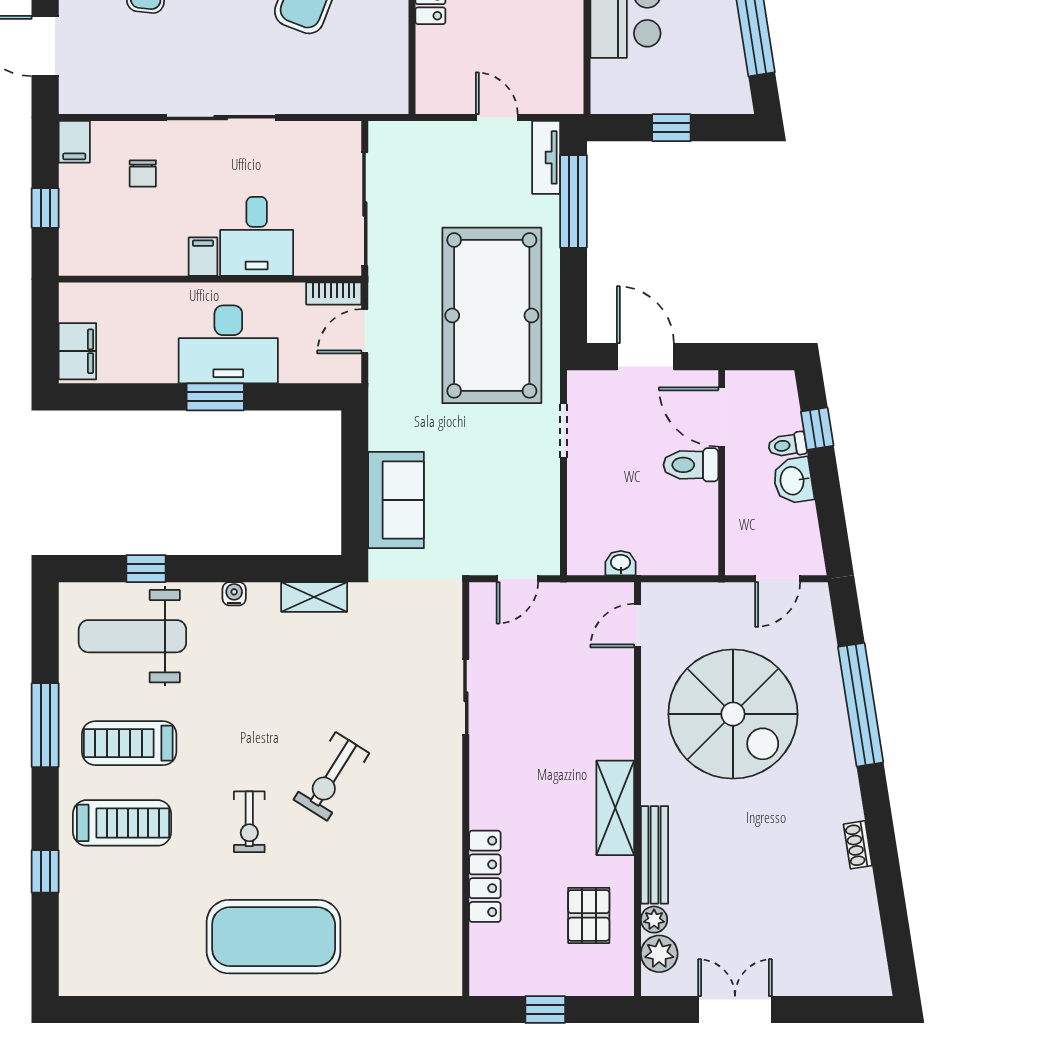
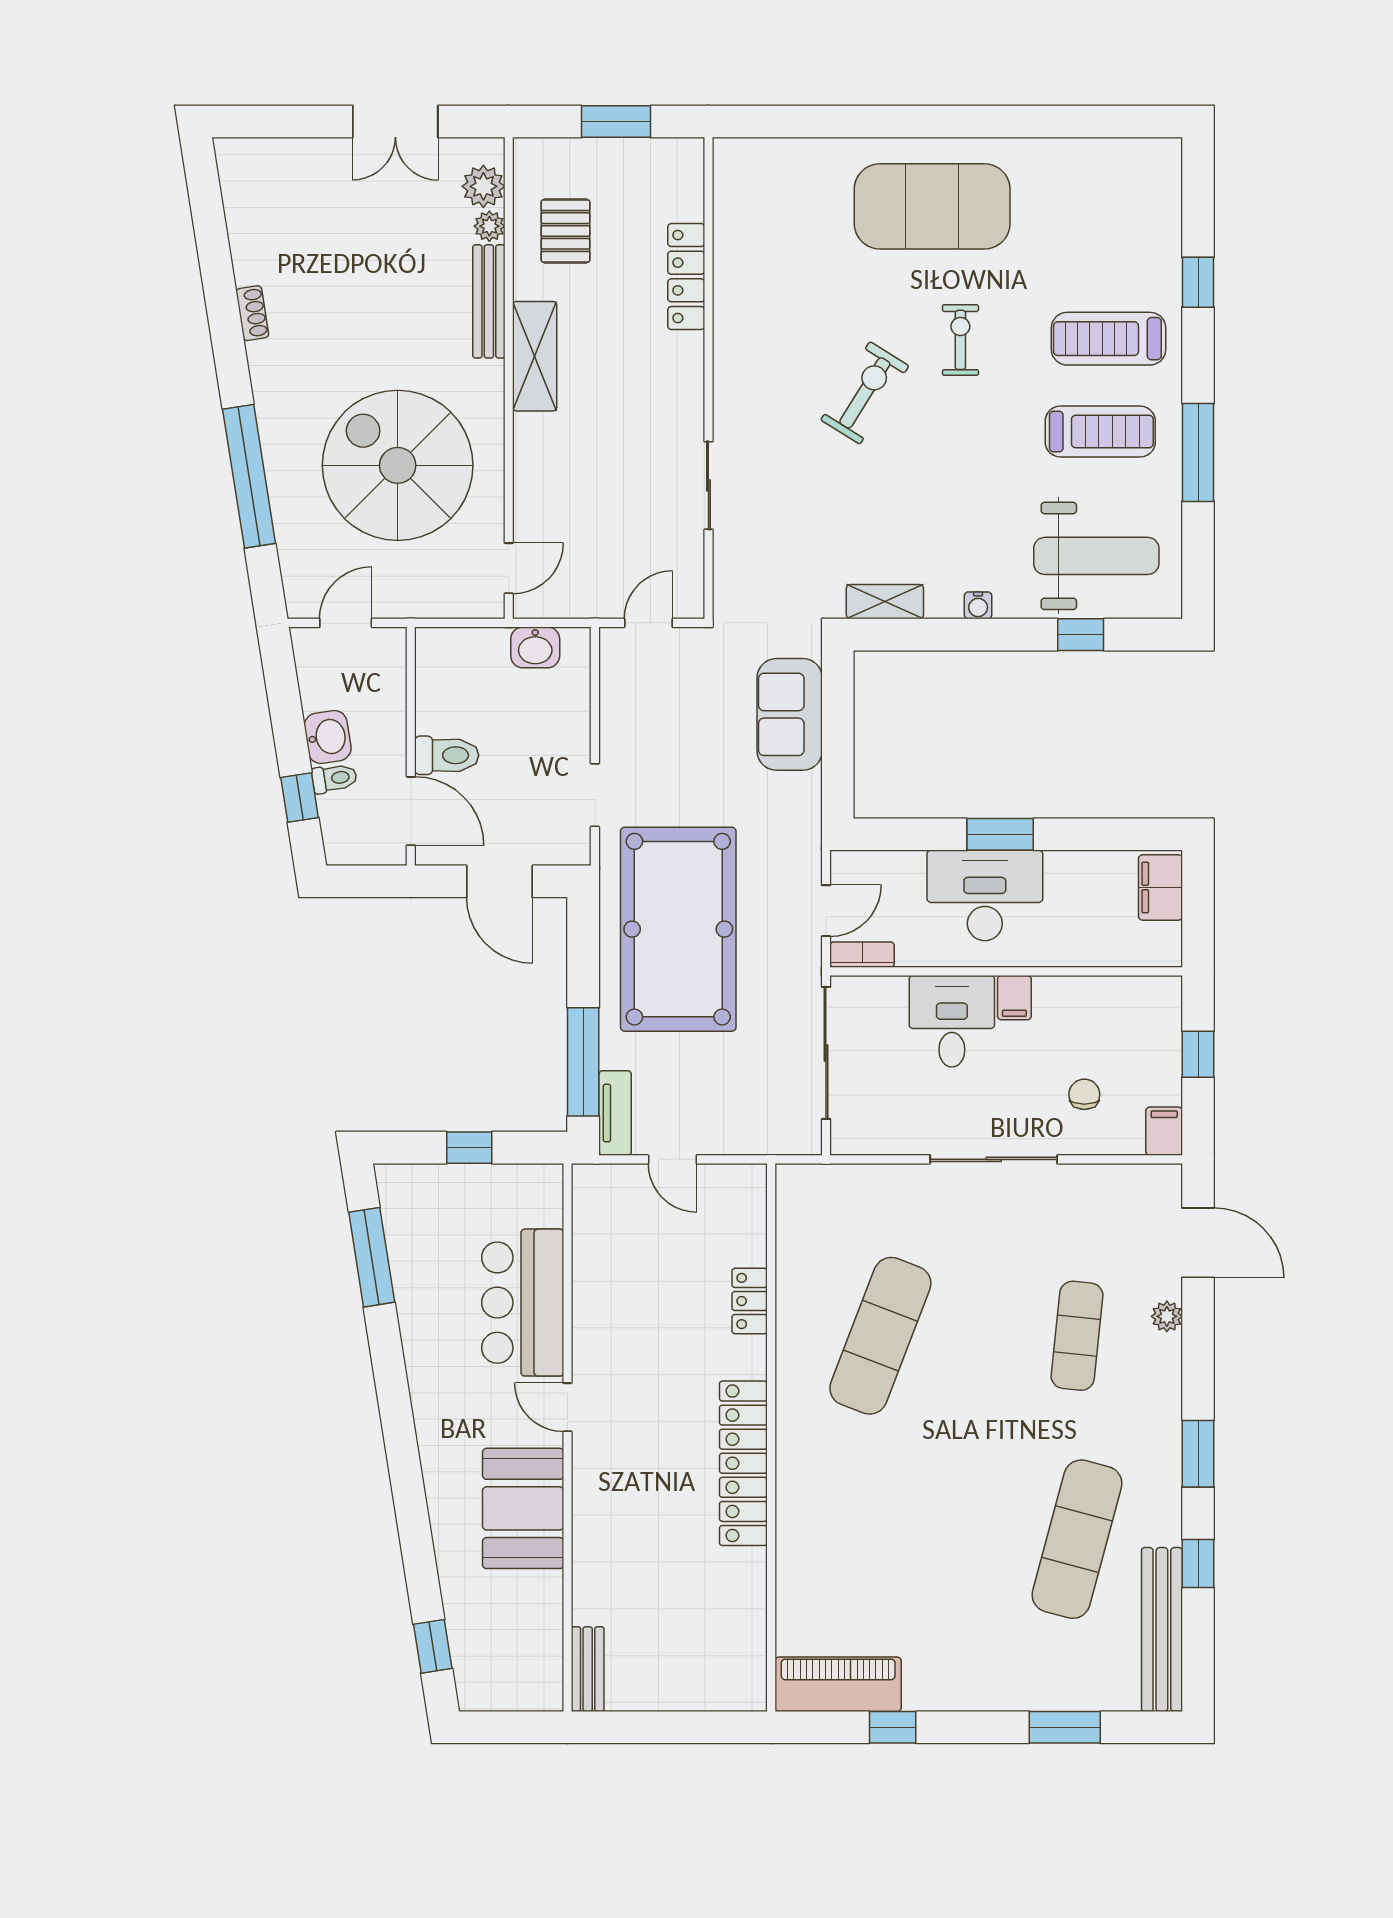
washbasin: (621, 563) -> (535, 647), width x1.38, depth x1.45
window: (545, 1010) -> (616, 122), width x1.50

